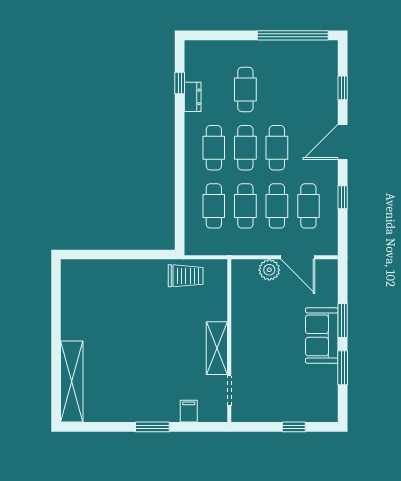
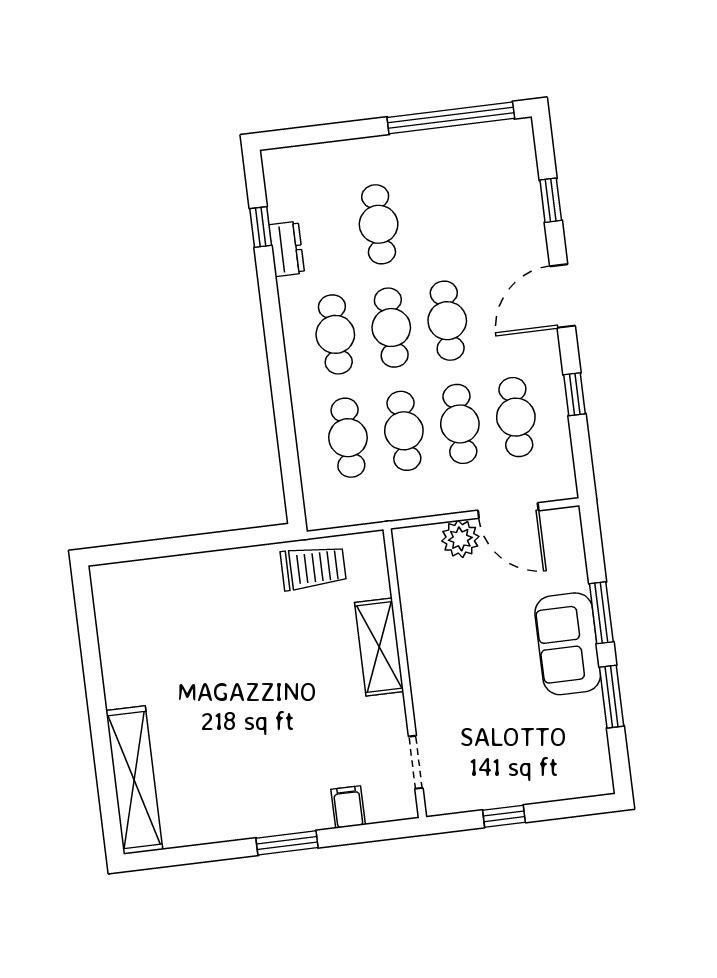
shelving: (217, 348) -> (379, 647), moved
window: (294, 427) -> (504, 816), moved

